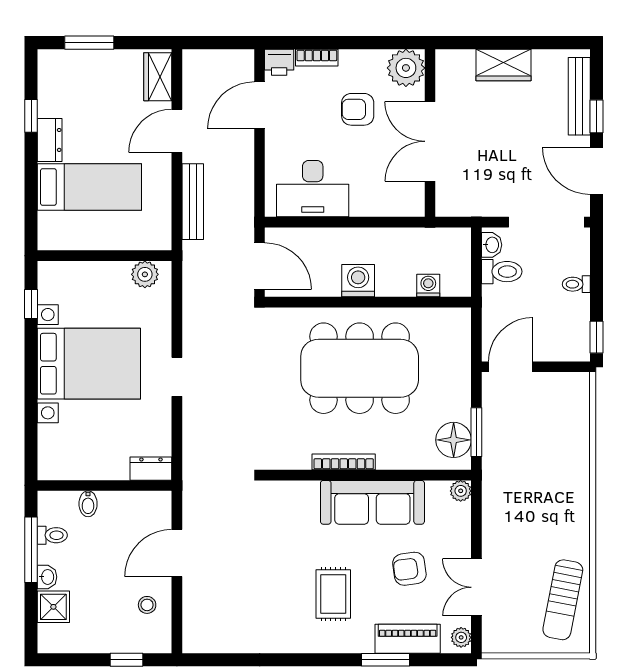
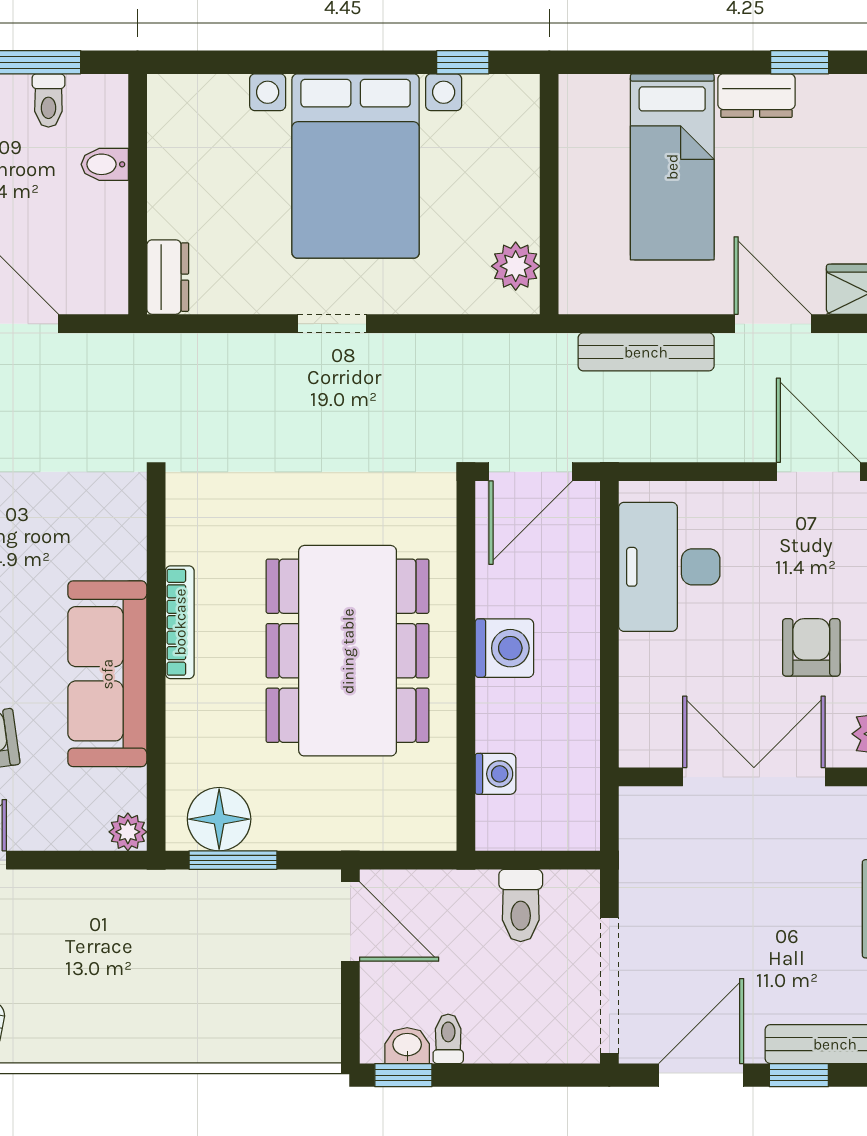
washbasin: (492, 245) -> (407, 1046), moved, turned 180
toilet: (576, 284) -> (448, 1039), moved

